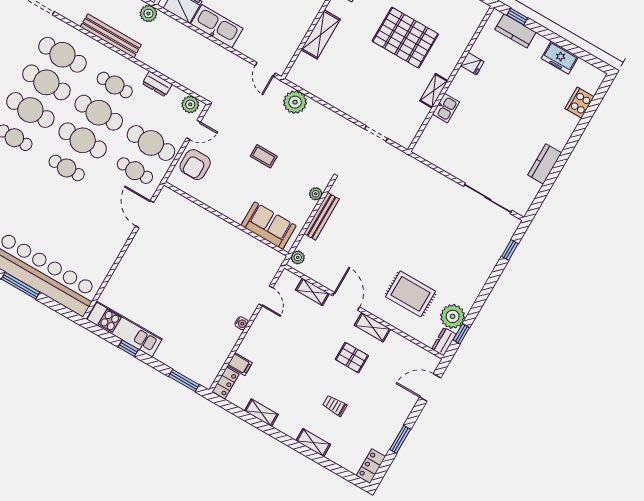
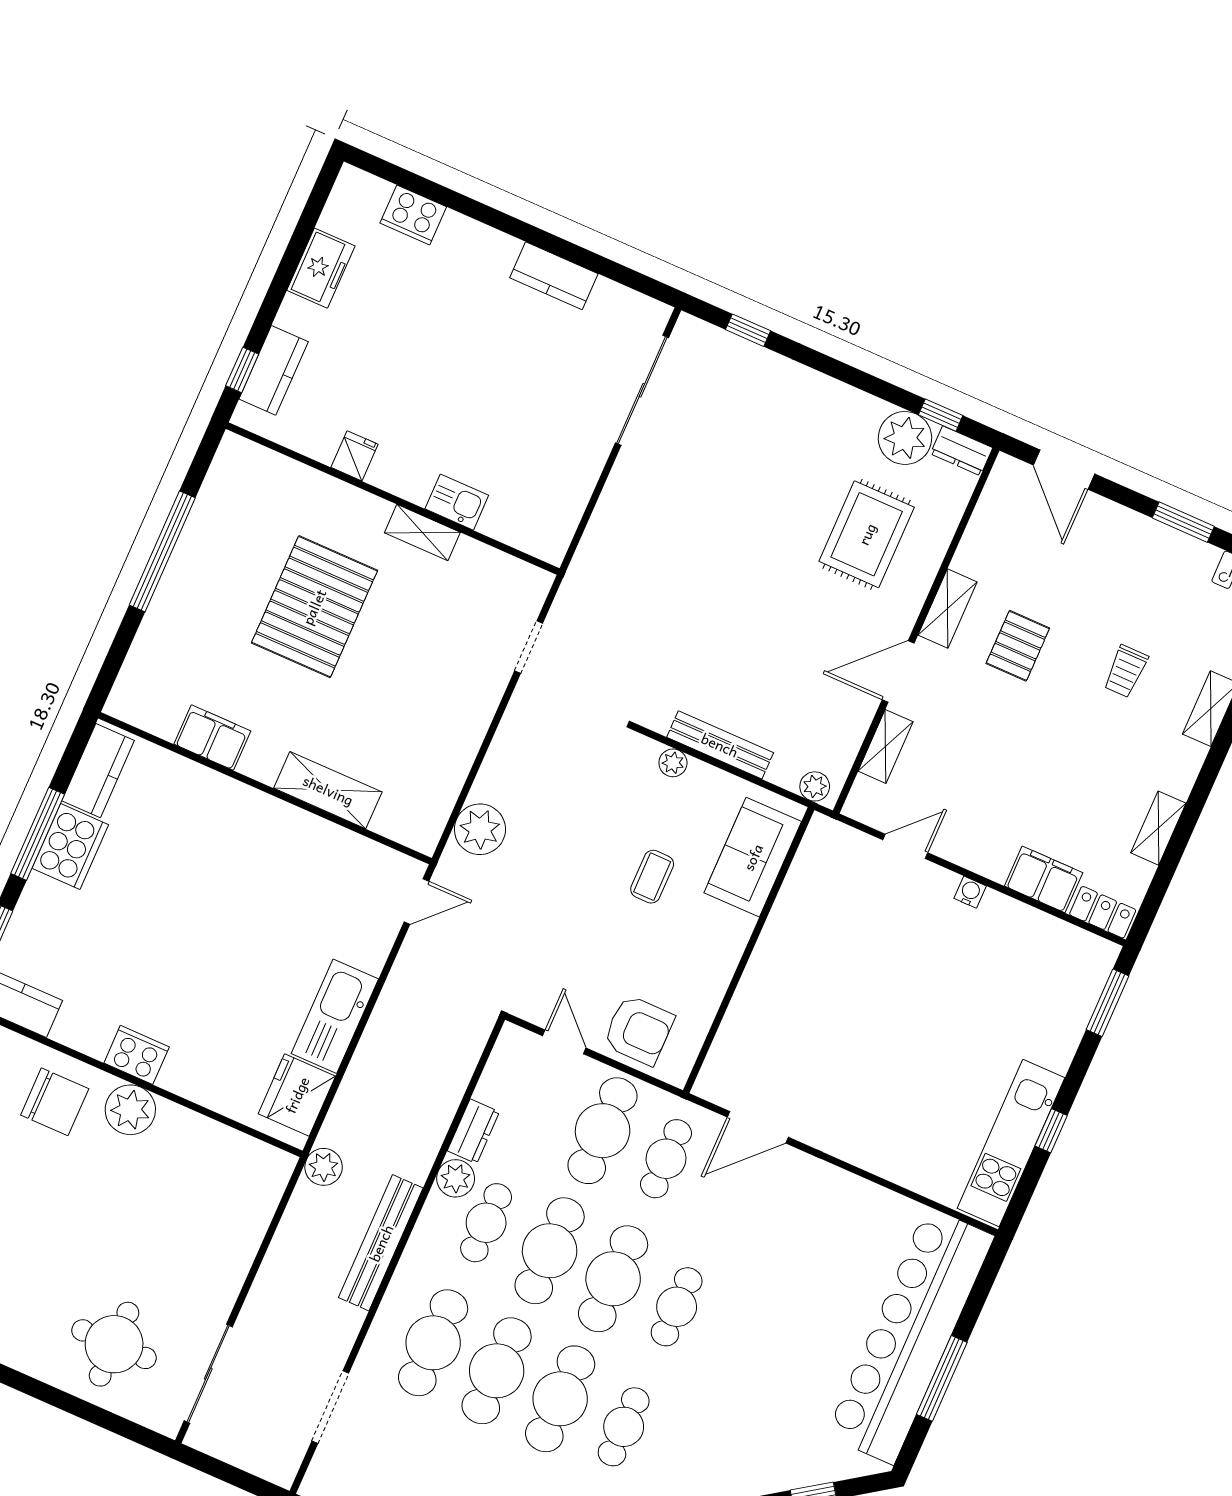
plant: (190, 104) -> (456, 1178), moved
coffee table: (264, 156) -> (652, 877), moved
filing cabinet: (240, 364) -> (1044, 879), width x2.00

